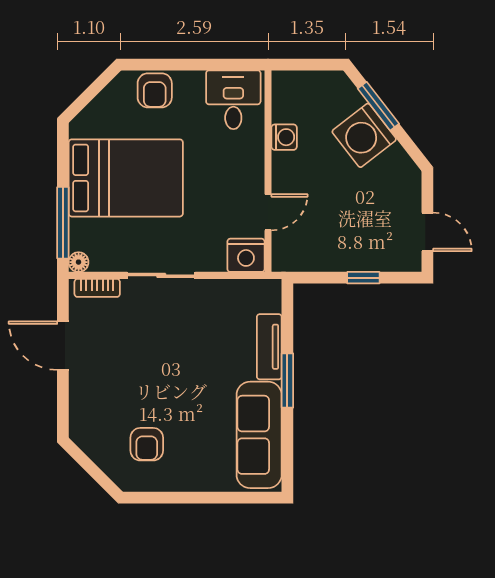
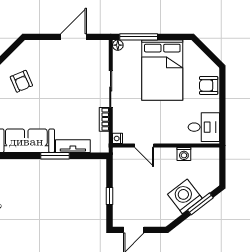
nightstand: (246, 255) -> (117, 138), width x0.53, depth x0.56
bookcase: (97, 288) -> (104, 119), moved
armchair: (147, 444) -> (21, 81), turned -113

